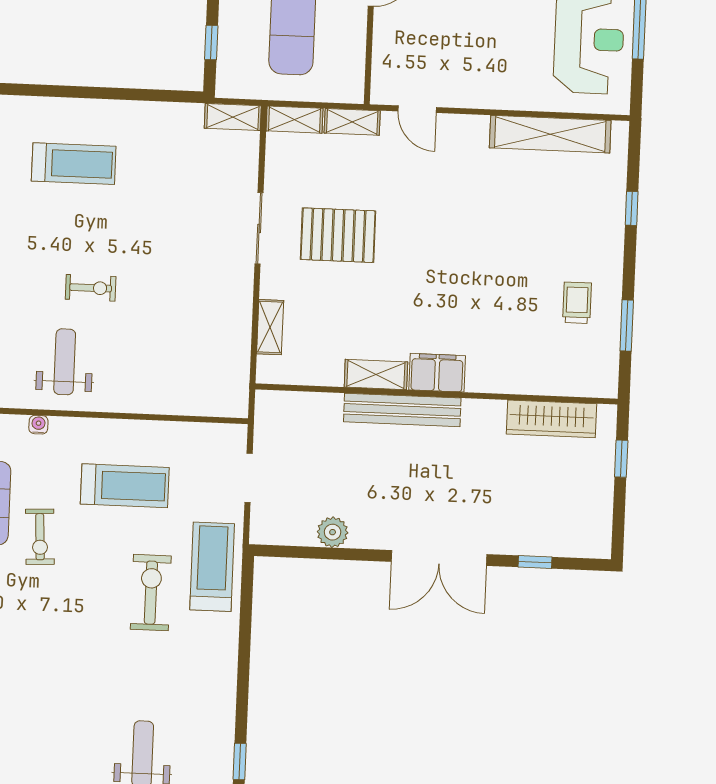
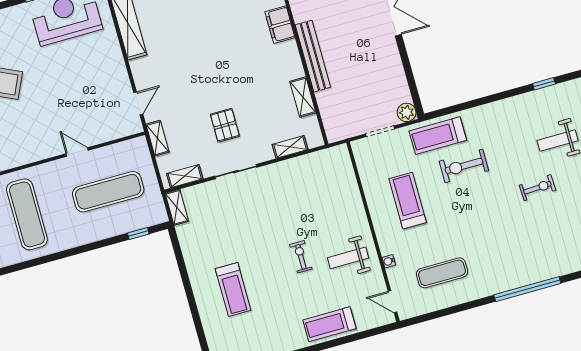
shelving: (294, 120) -> (185, 176), moved, turned 90
treadmill: (74, 164) -> (233, 290), turned 180
pallet: (338, 235) -> (225, 125), width x0.67, depth x0.71
filing cabinet: (437, 373) -> (280, 25), moved
shelving: (376, 374) -> (303, 97), moved
plant: (333, 532) -> (407, 112), moved
exercise bike: (40, 537) -> (537, 188), moved

